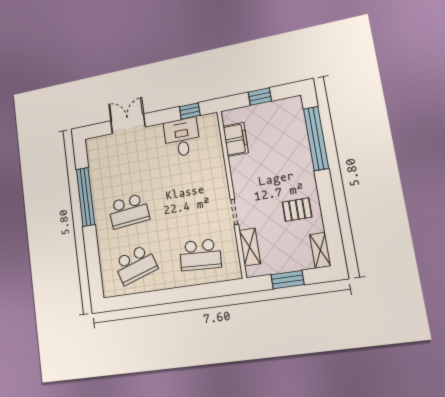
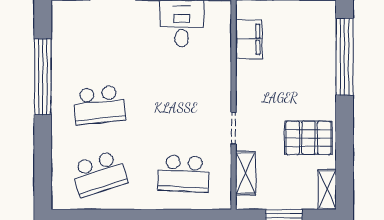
pallet: (297, 210) -> (308, 138), width x1.50, depth x1.42

